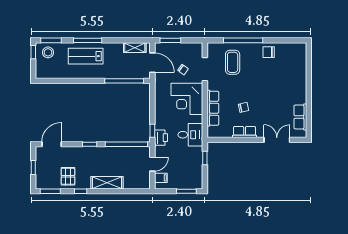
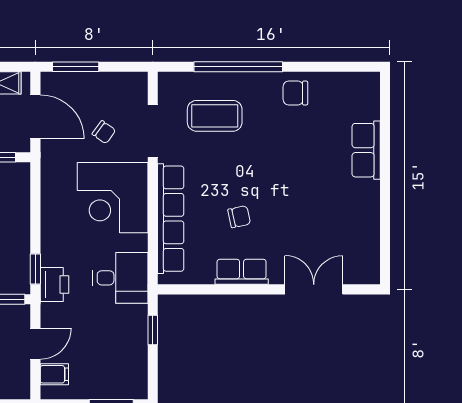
coffee table: (233, 62) -> (215, 116), turned 90
row of seats: (213, 108) -> (171, 219), width x1.36
row of seats: (300, 117) -> (366, 150), moved

